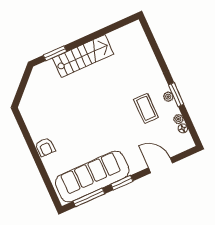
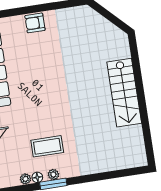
window: (55, 53) -> (136, 62), removed
floor lamp: (183, 128) -> (37, 177), moved

